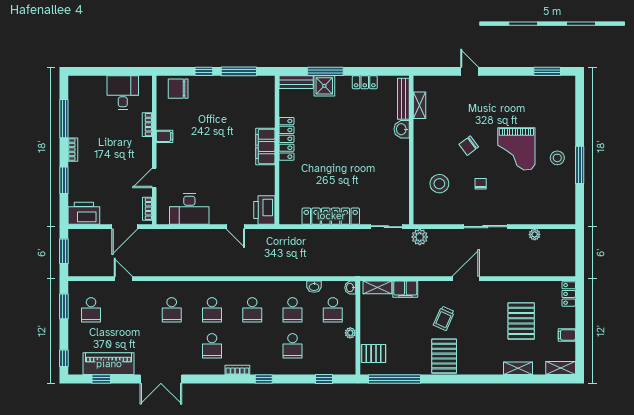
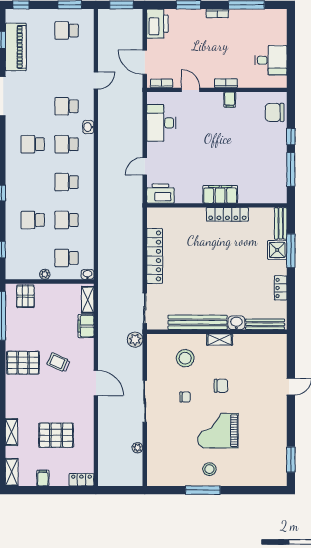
chair: (178, 89) -> (275, 112), turned -90
shelving: (420, 105) -> (220, 340), moved
bookcase: (147, 125) -> (226, 83), moved
chair: (469, 146) -> (221, 386), turned 127
bench: (401, 171) -> (198, 322), added
door: (123, 279) -> (96, 80), moved
washbasin: (314, 287) -> (88, 127), moved
bookcase: (237, 370) -> (10, 168), removed

